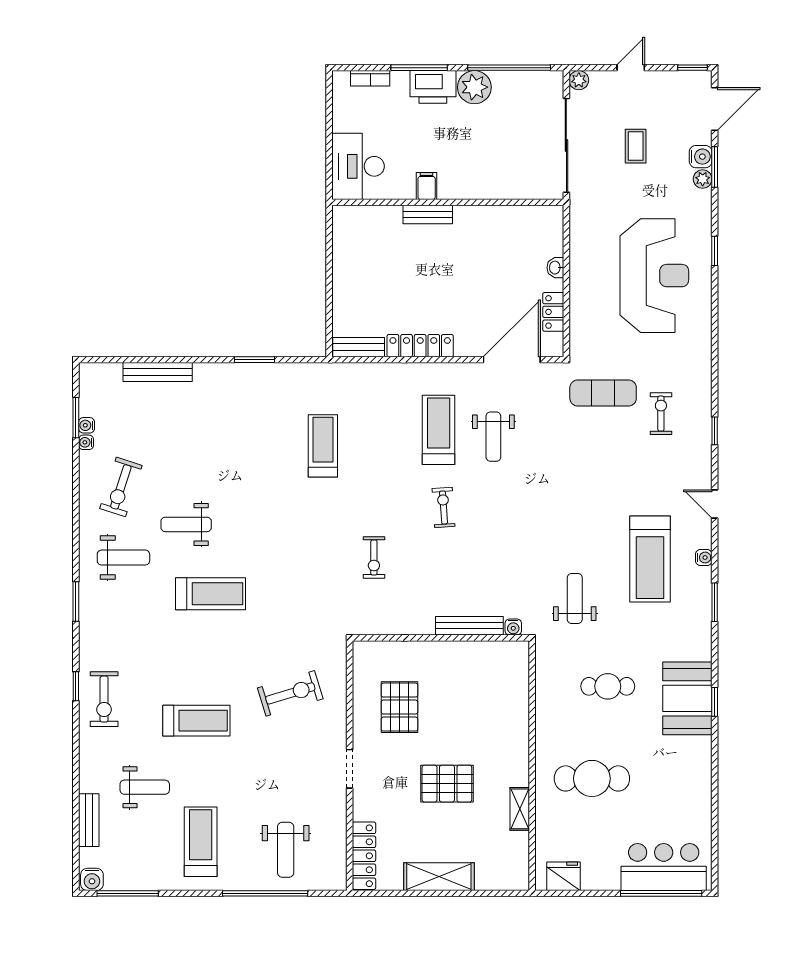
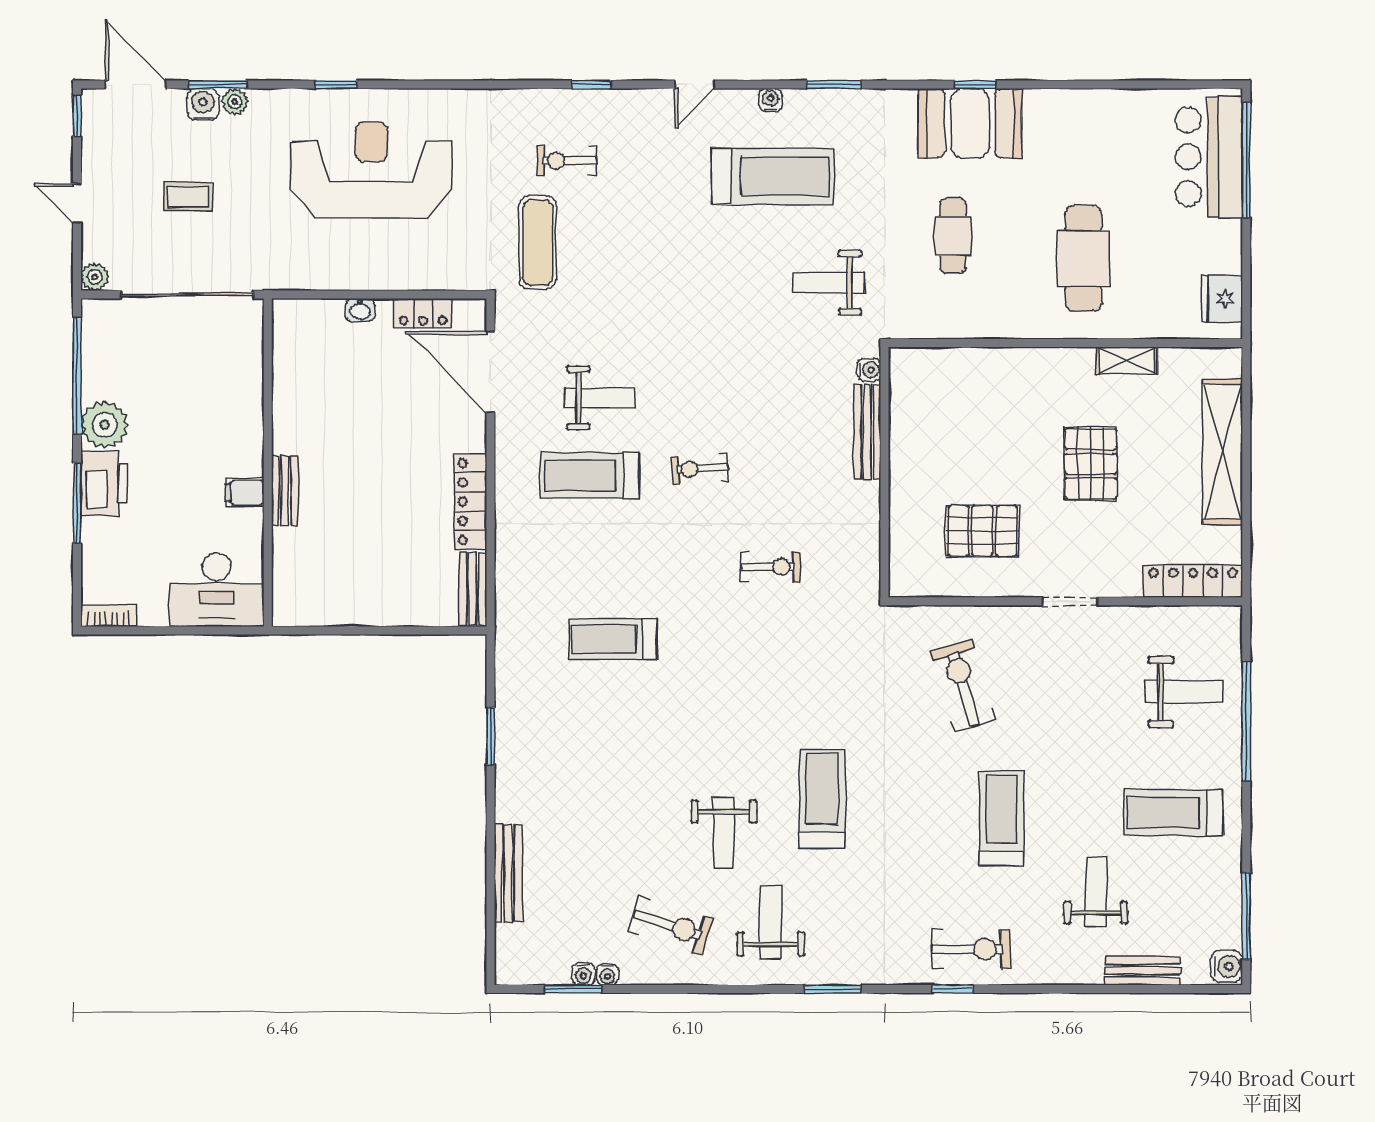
bookcase: (370, 78) -> (109, 616), moved, turned -90
shelving: (439, 877) -> (1223, 452), width x1.47

